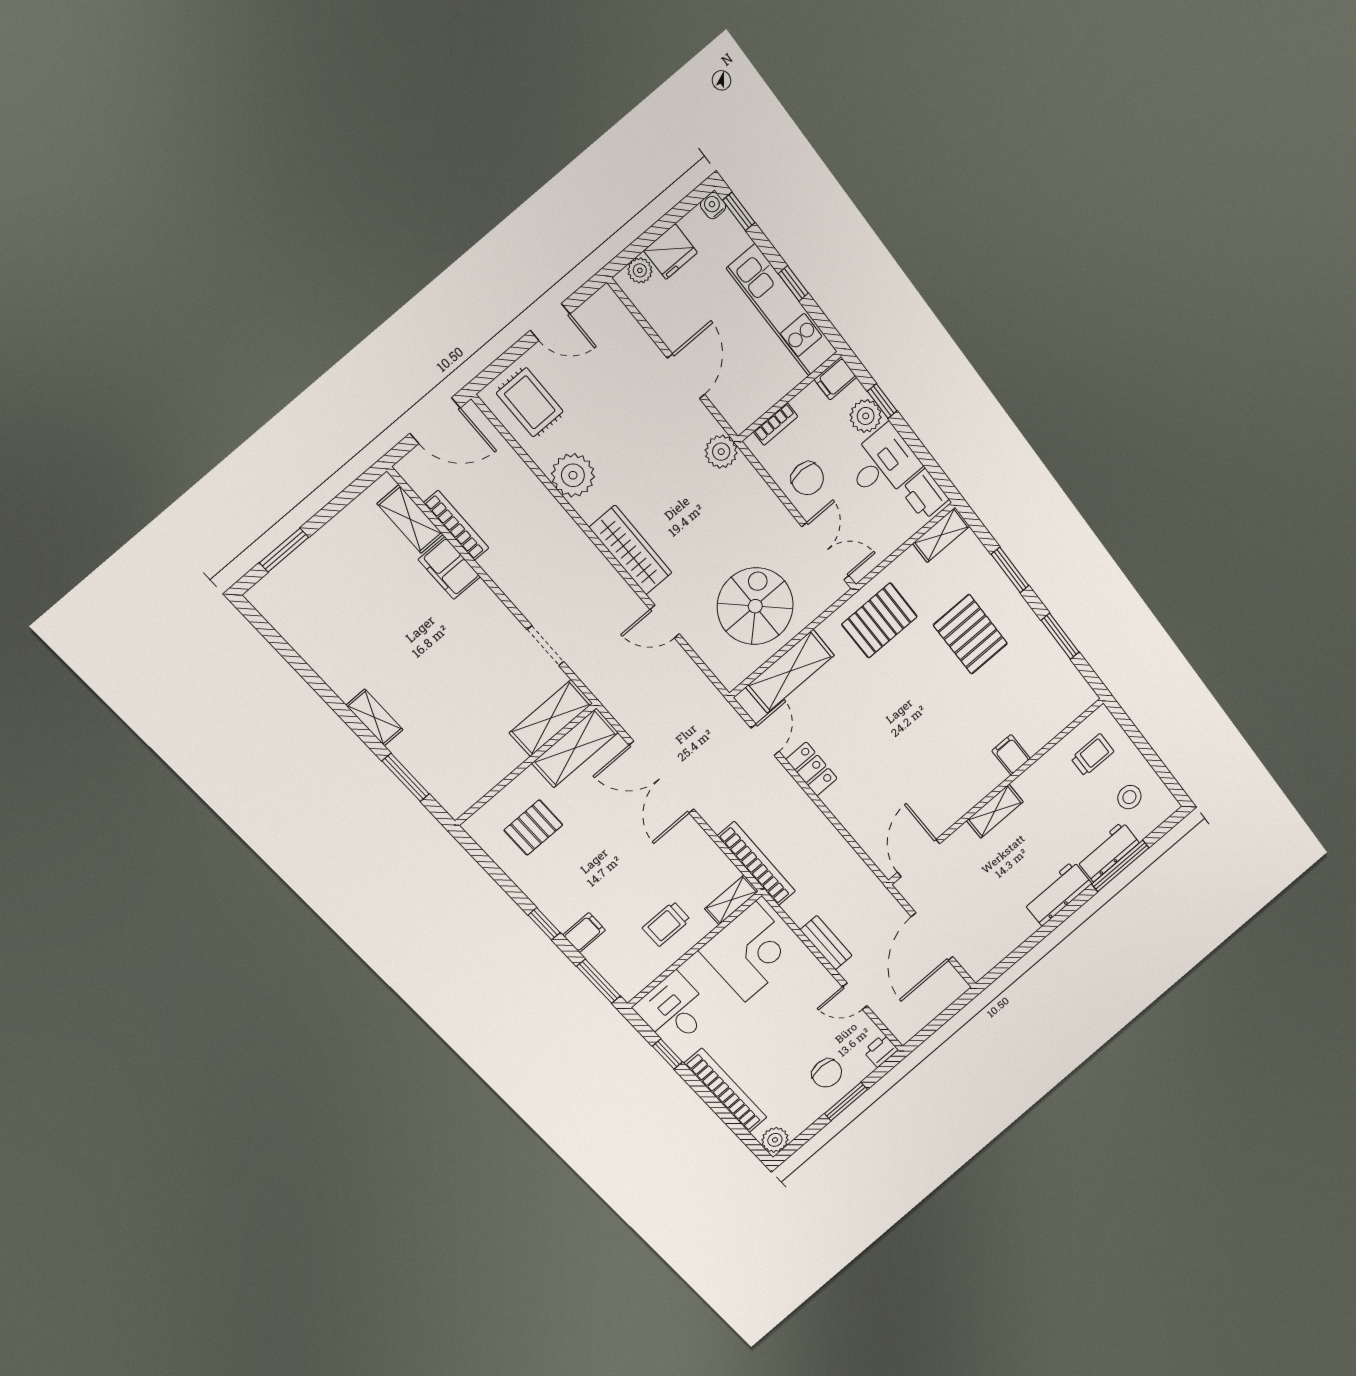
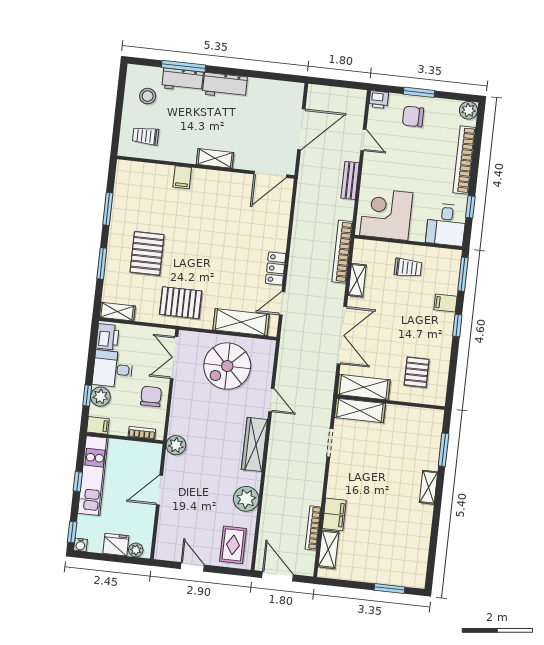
pallet: (533, 828) -> (417, 372), turned 90
shelving: (731, 900) -> (357, 280), moved, turned 90
chair: (827, 1073) -> (413, 116), turned -90

